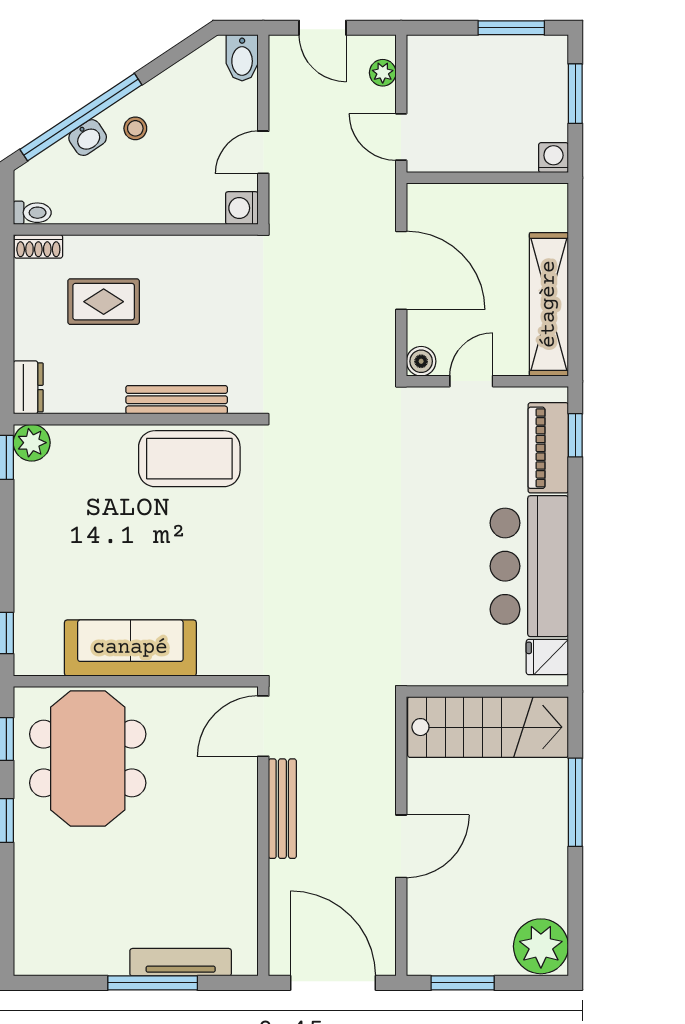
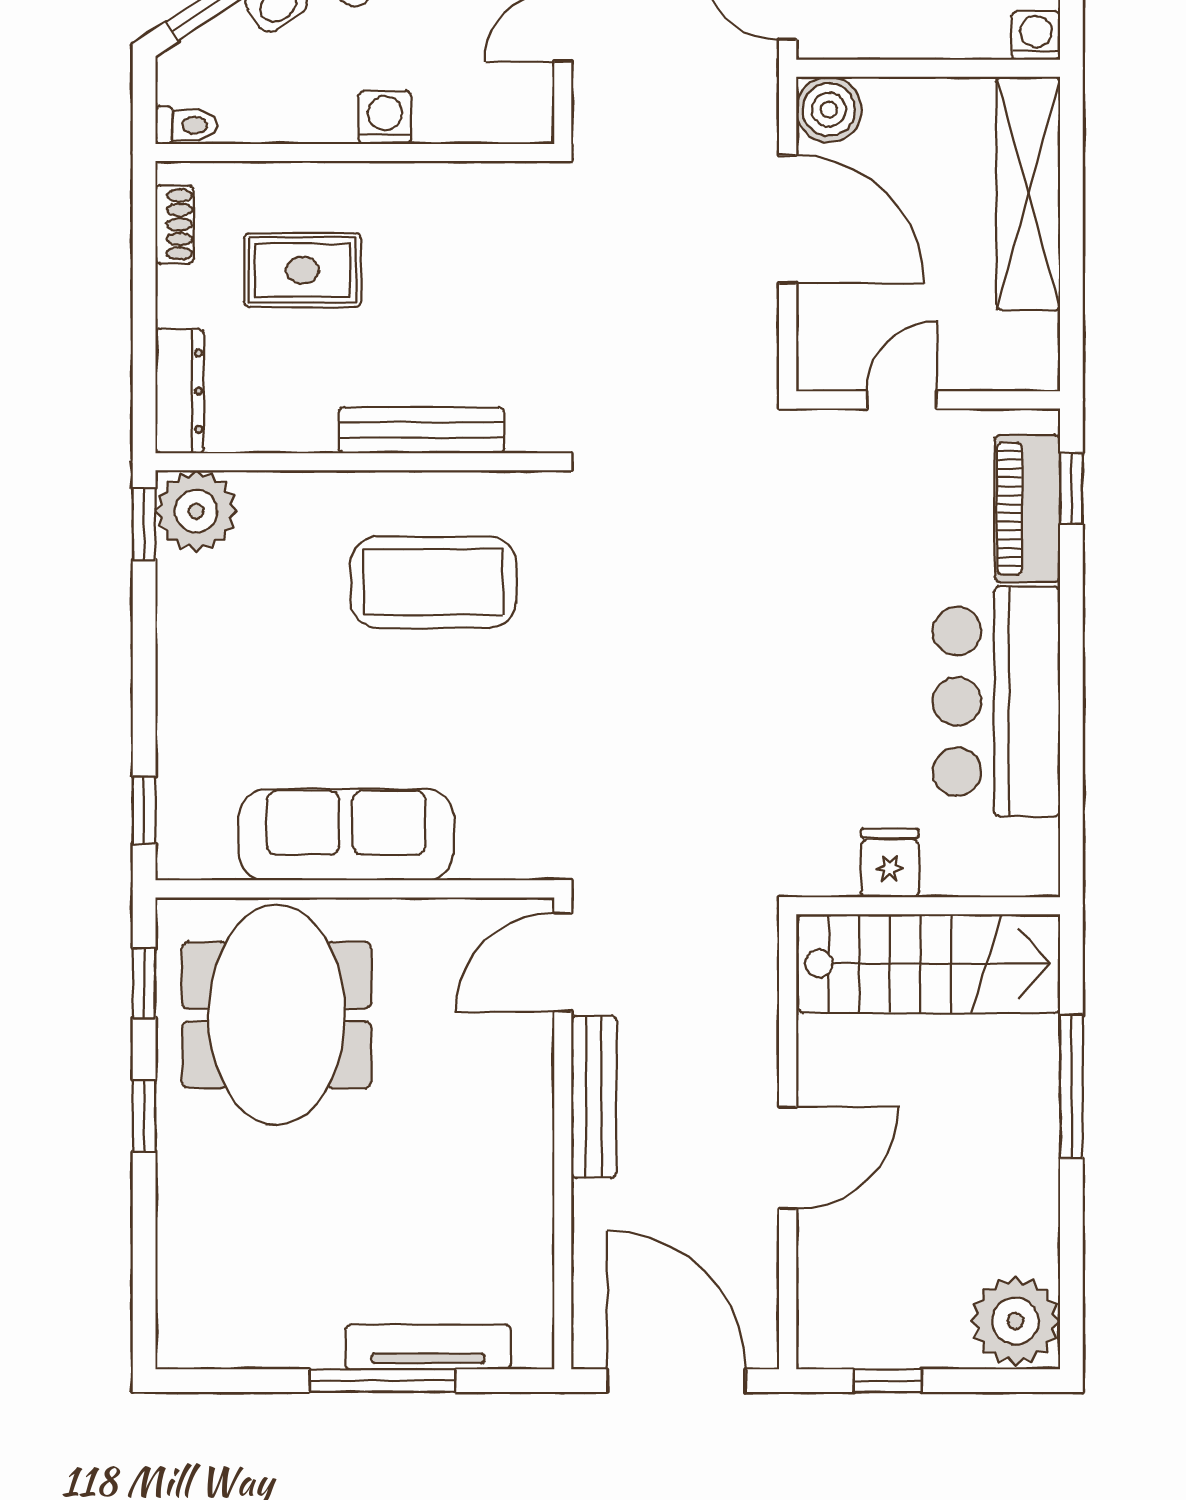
washing machine: (242, 208) -> (385, 118), moved, turned 90
shoe rack: (38, 246) -> (174, 224), moved, turned -90
shelving: (549, 304) -> (1028, 194), moved
boiler: (421, 361) -> (829, 109), moved, width x1.36, depth x1.36
dresser: (28, 387) -> (180, 391), width x1.44
plant: (32, 443) -> (196, 511), width x1.36, depth x1.36
coffee table: (189, 459) -> (433, 582), moved
fridge: (547, 657) -> (890, 863), moved, turned 90
window: (463, 983) -> (888, 1381), width x0.67

